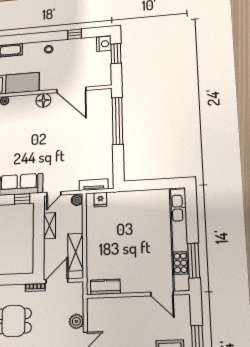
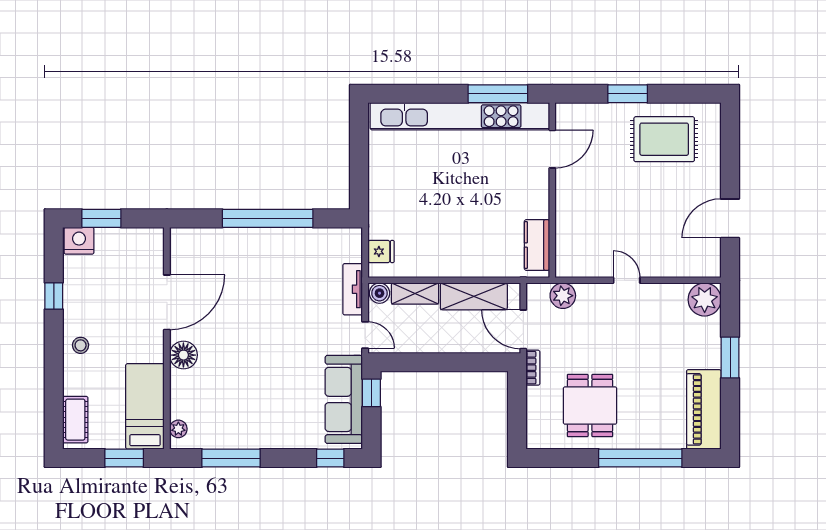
window: (117, 121) -> (268, 218), moved
tv unit: (94, 185) -> (353, 289), moved
shelving: (49, 226) -> (415, 294), moved
plant: (76, 321) -> (563, 296), moved

